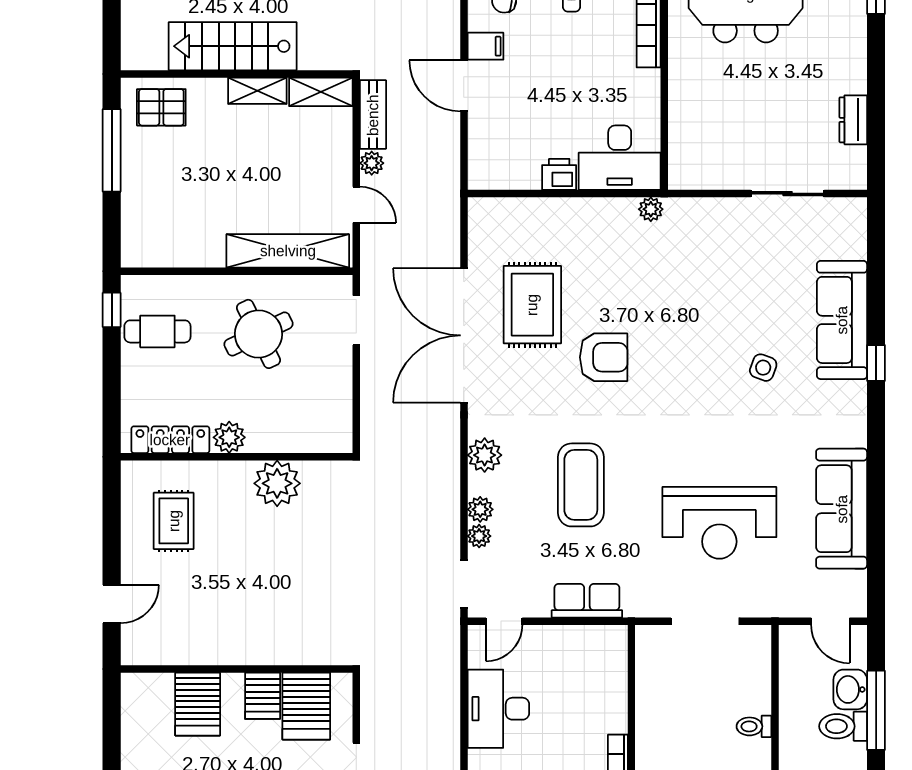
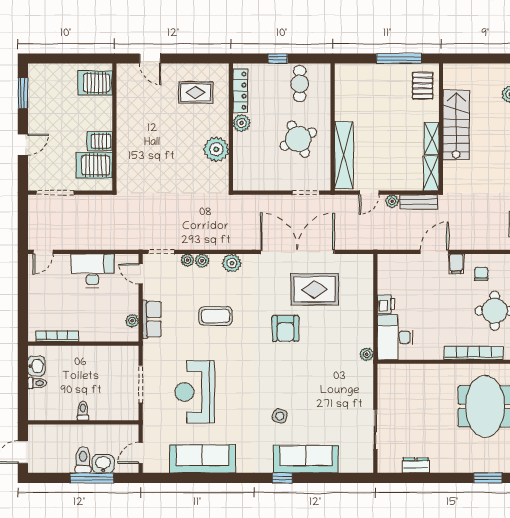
window: (112, 310) -> (278, 58), moved
coffee table: (581, 485) -> (215, 316), width x0.73, depth x0.76
plant: (590, 637) -> (132, 321), added
server rack: (198, 704) -> (95, 83), moved

